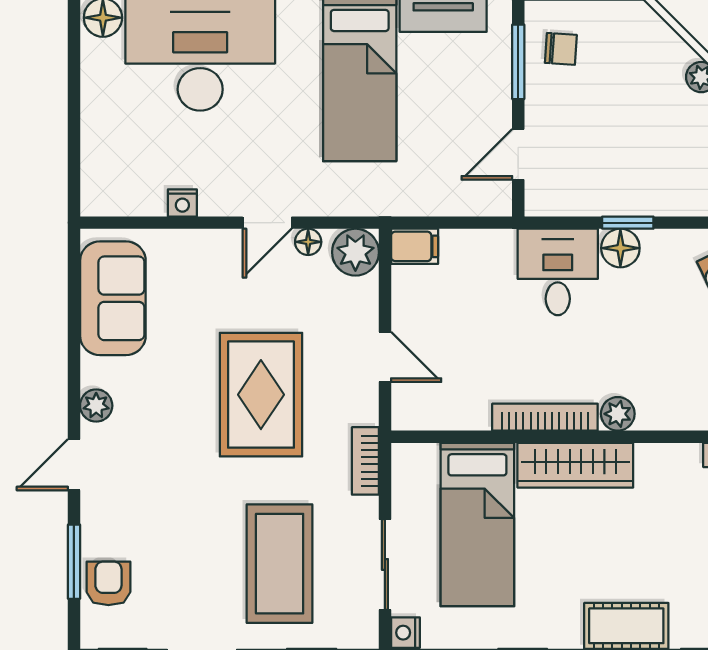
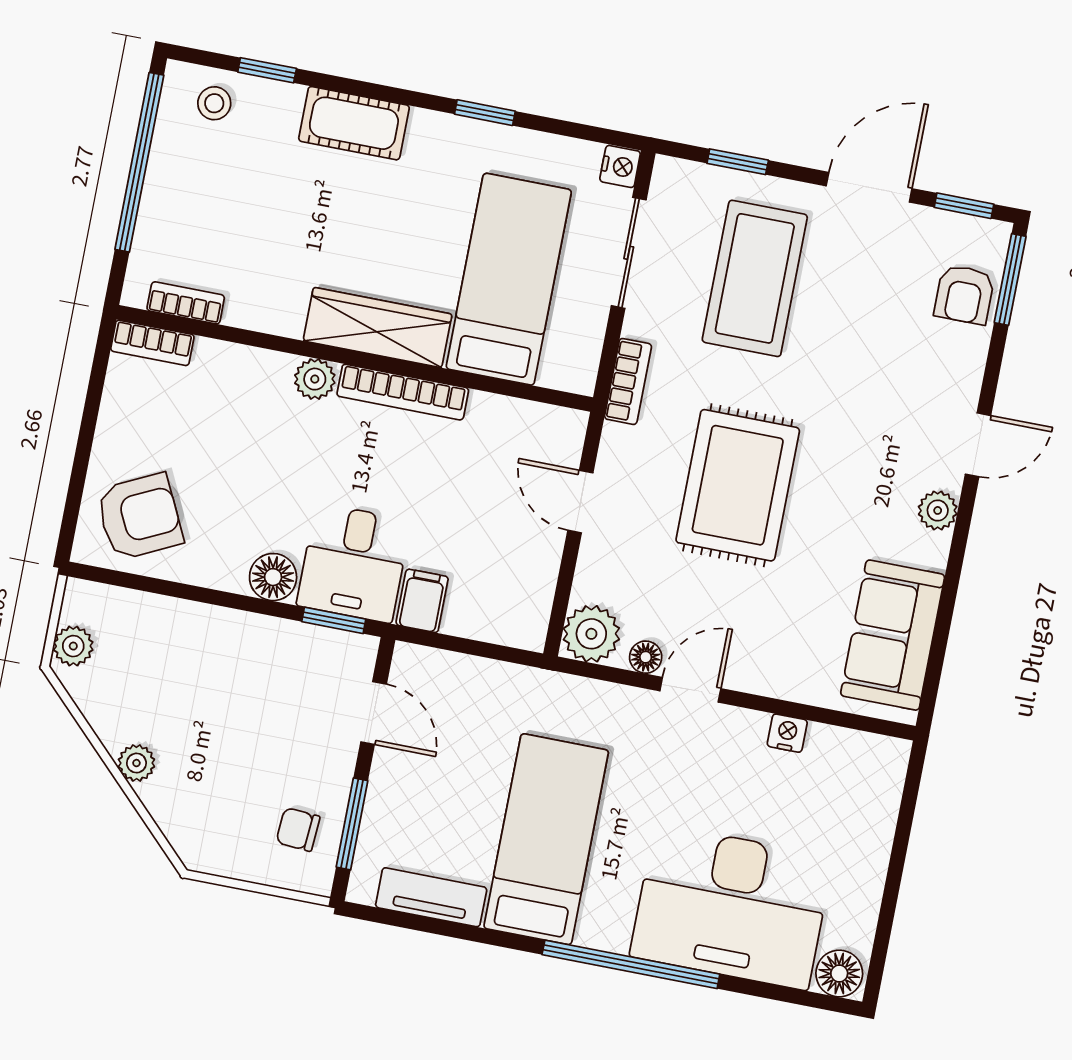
door: (518, 154) -> (374, 713), hinge flipped
window: (628, 223) -> (334, 620), moved
filing cabinet: (415, 246) -> (422, 601), moved, turned 90
window: (74, 562) -> (1010, 279), moved

